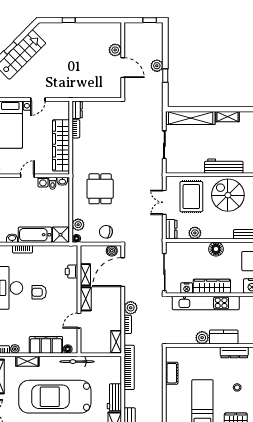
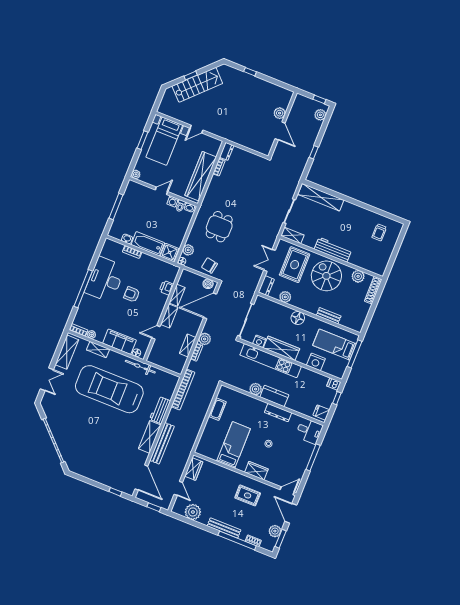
plant: (157, 66) -> (320, 115), moved
shelving: (227, 117) -> (292, 235), moved
shelving: (116, 342) -> (188, 346), moved

